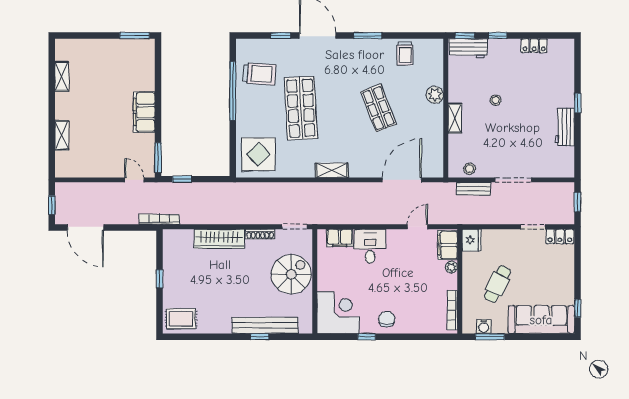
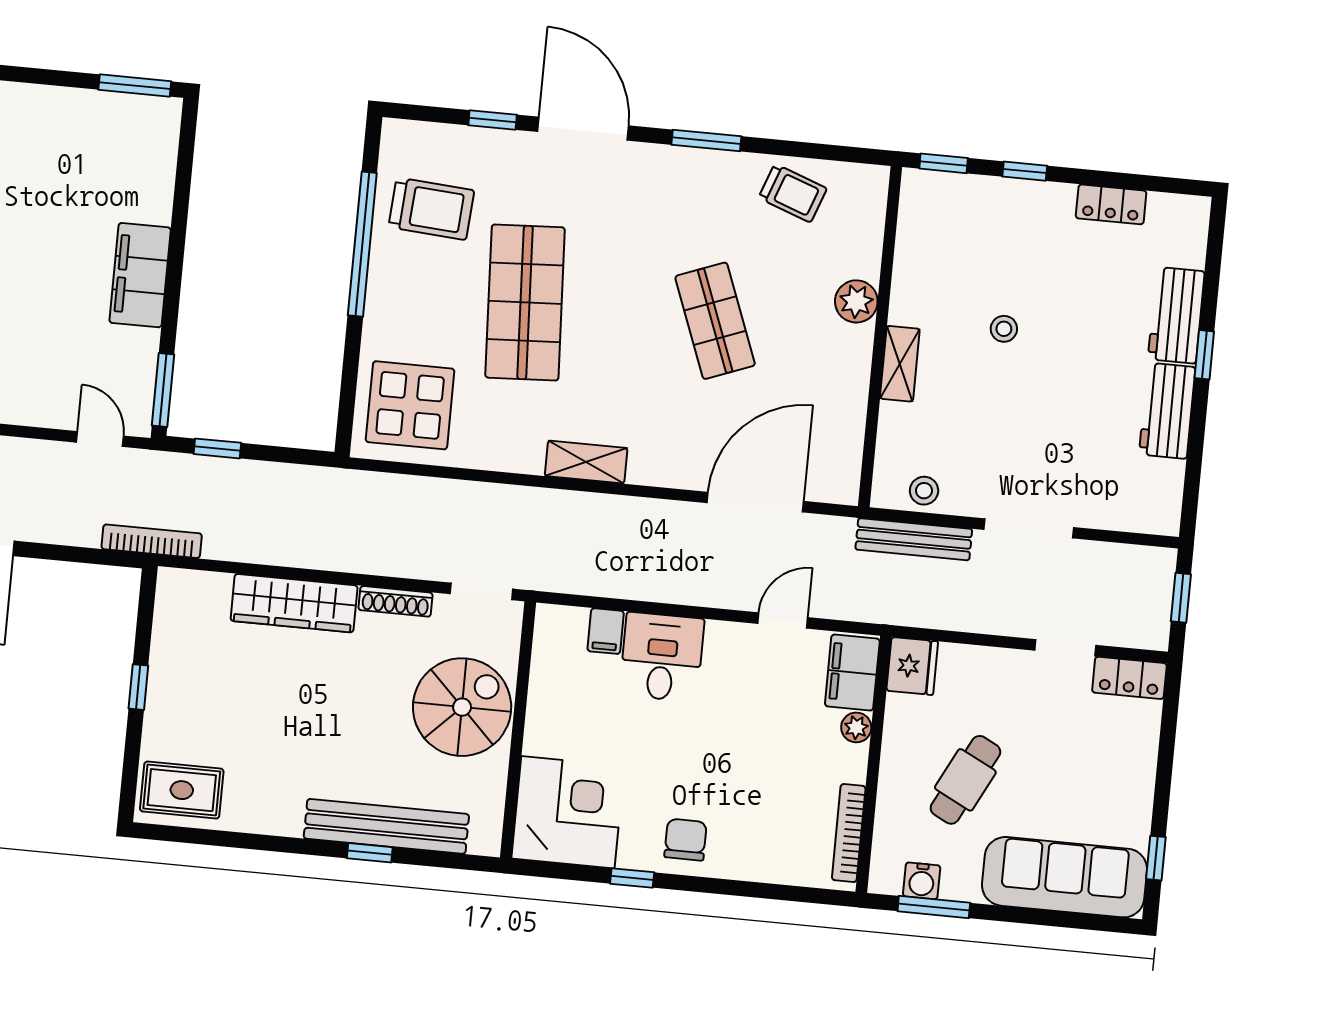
workbench: (468, 48) -> (1176, 315), moved, turned 90
trolley: (405, 53) -> (793, 193), turned -70
bench: (474, 189) -> (914, 539), width x1.36
filing cabinet: (340, 238) -> (606, 631), width x0.50

